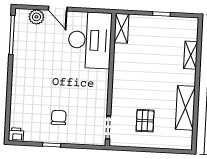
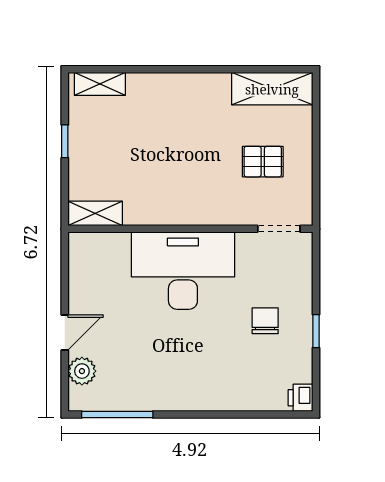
desk: (90, 40) -> (183, 271), moved
shelving: (191, 55) -> (100, 84), moved
shelving: (185, 108) -> (272, 89), moved
chair: (59, 118) -> (265, 321), turned 90

